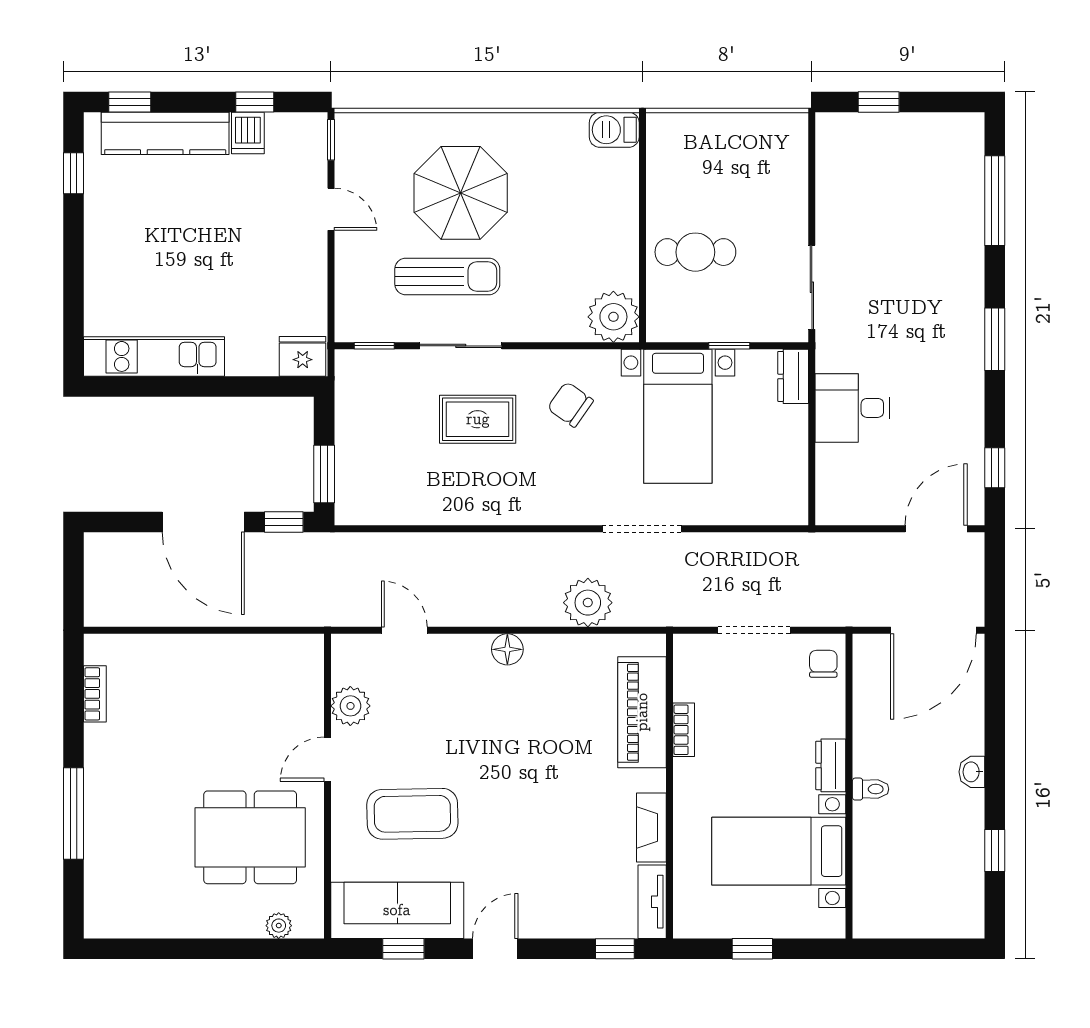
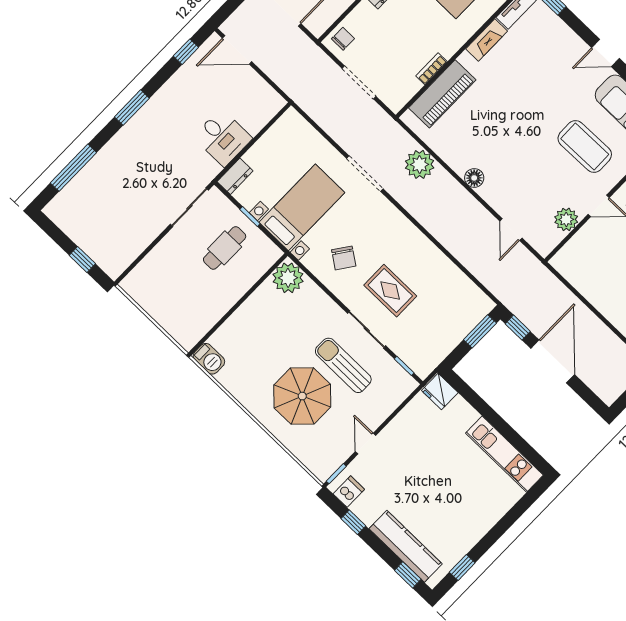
dishwasher: (248, 133) -> (349, 492), moved
cafe table: (695, 252) -> (225, 248), moved, turned 90
chair: (823, 664) -> (343, 39), turned 180

